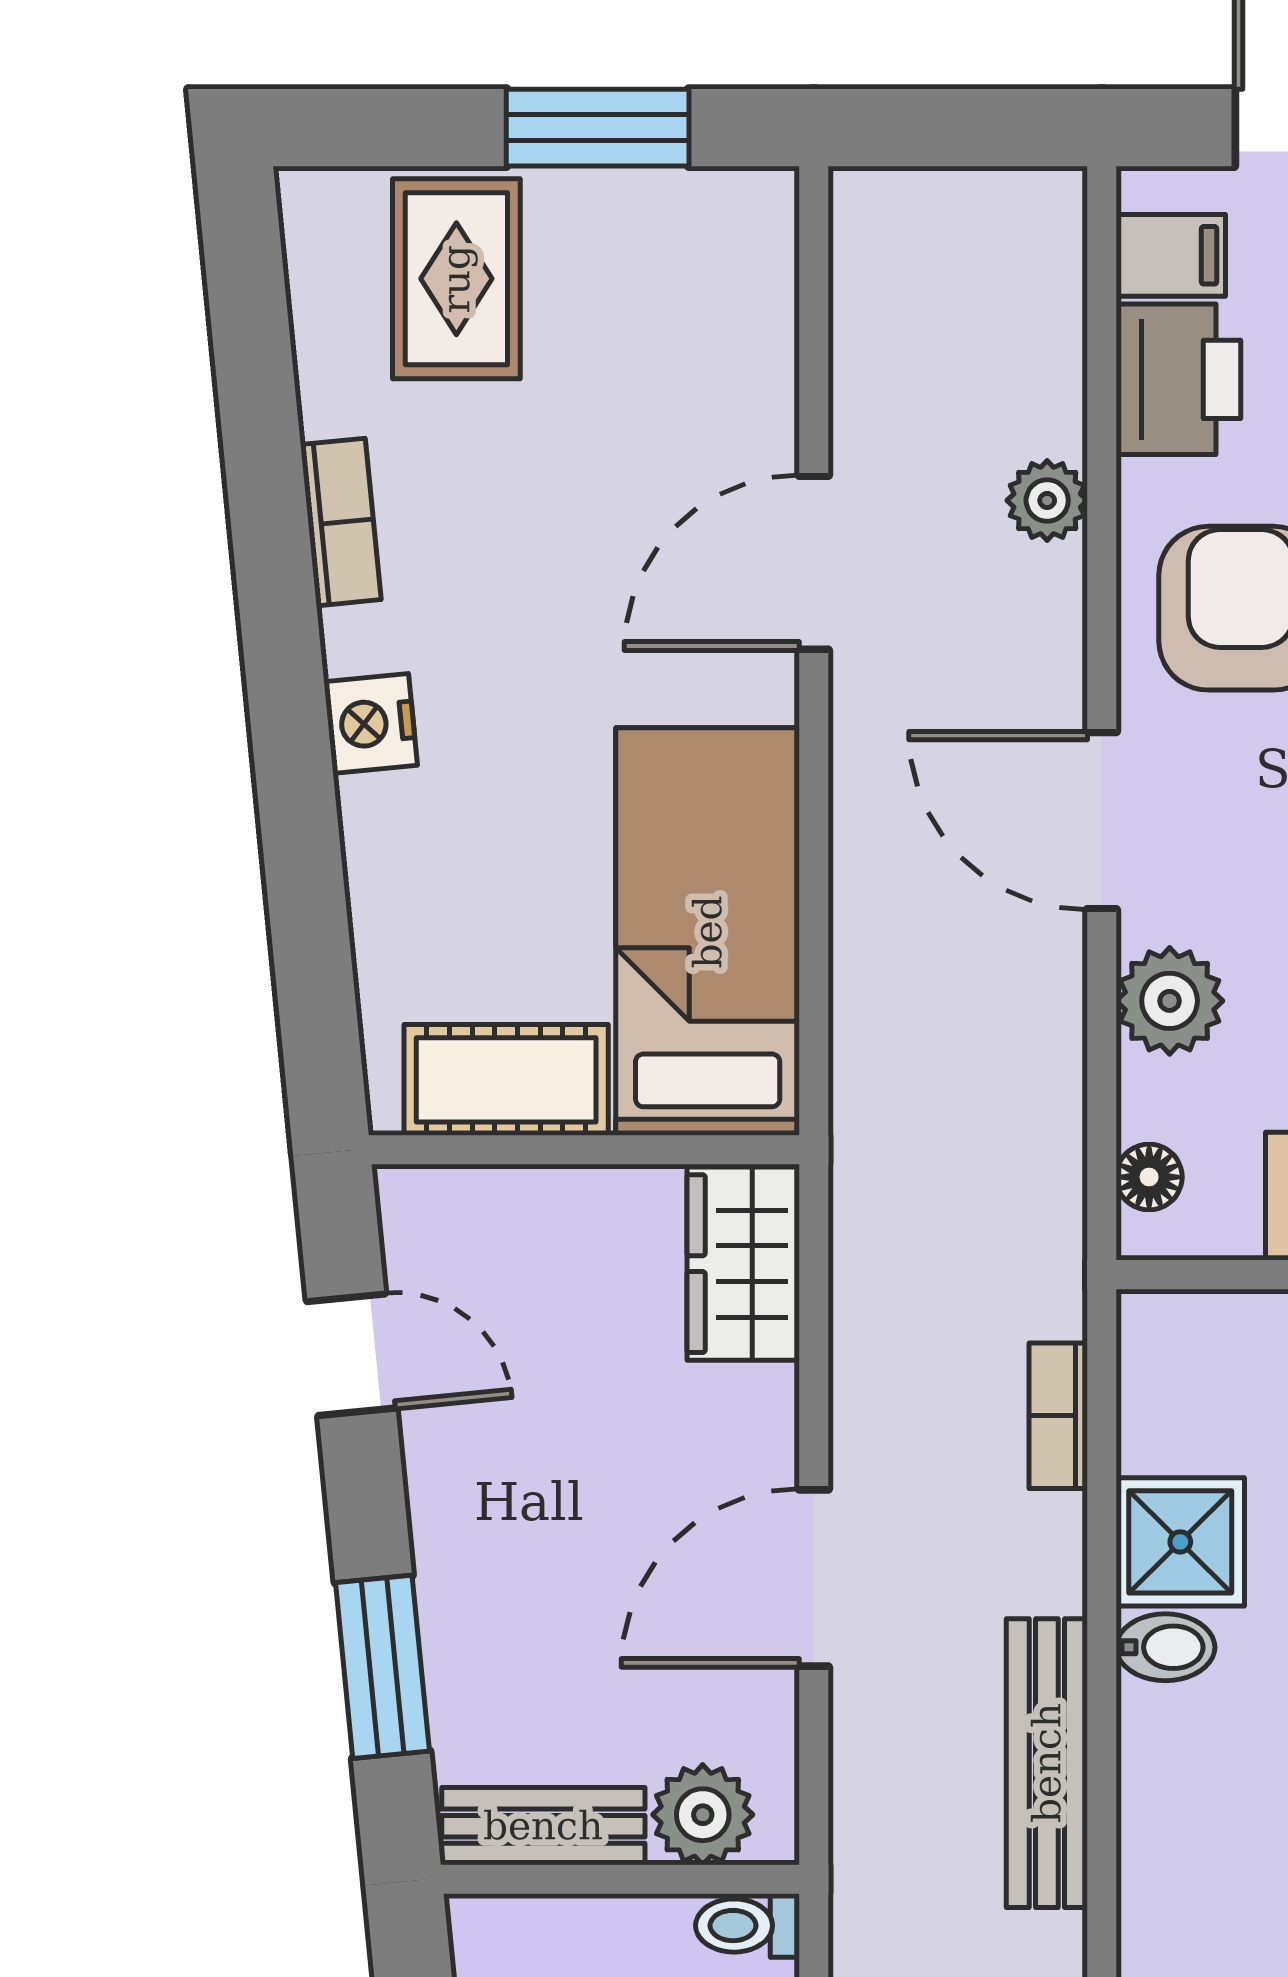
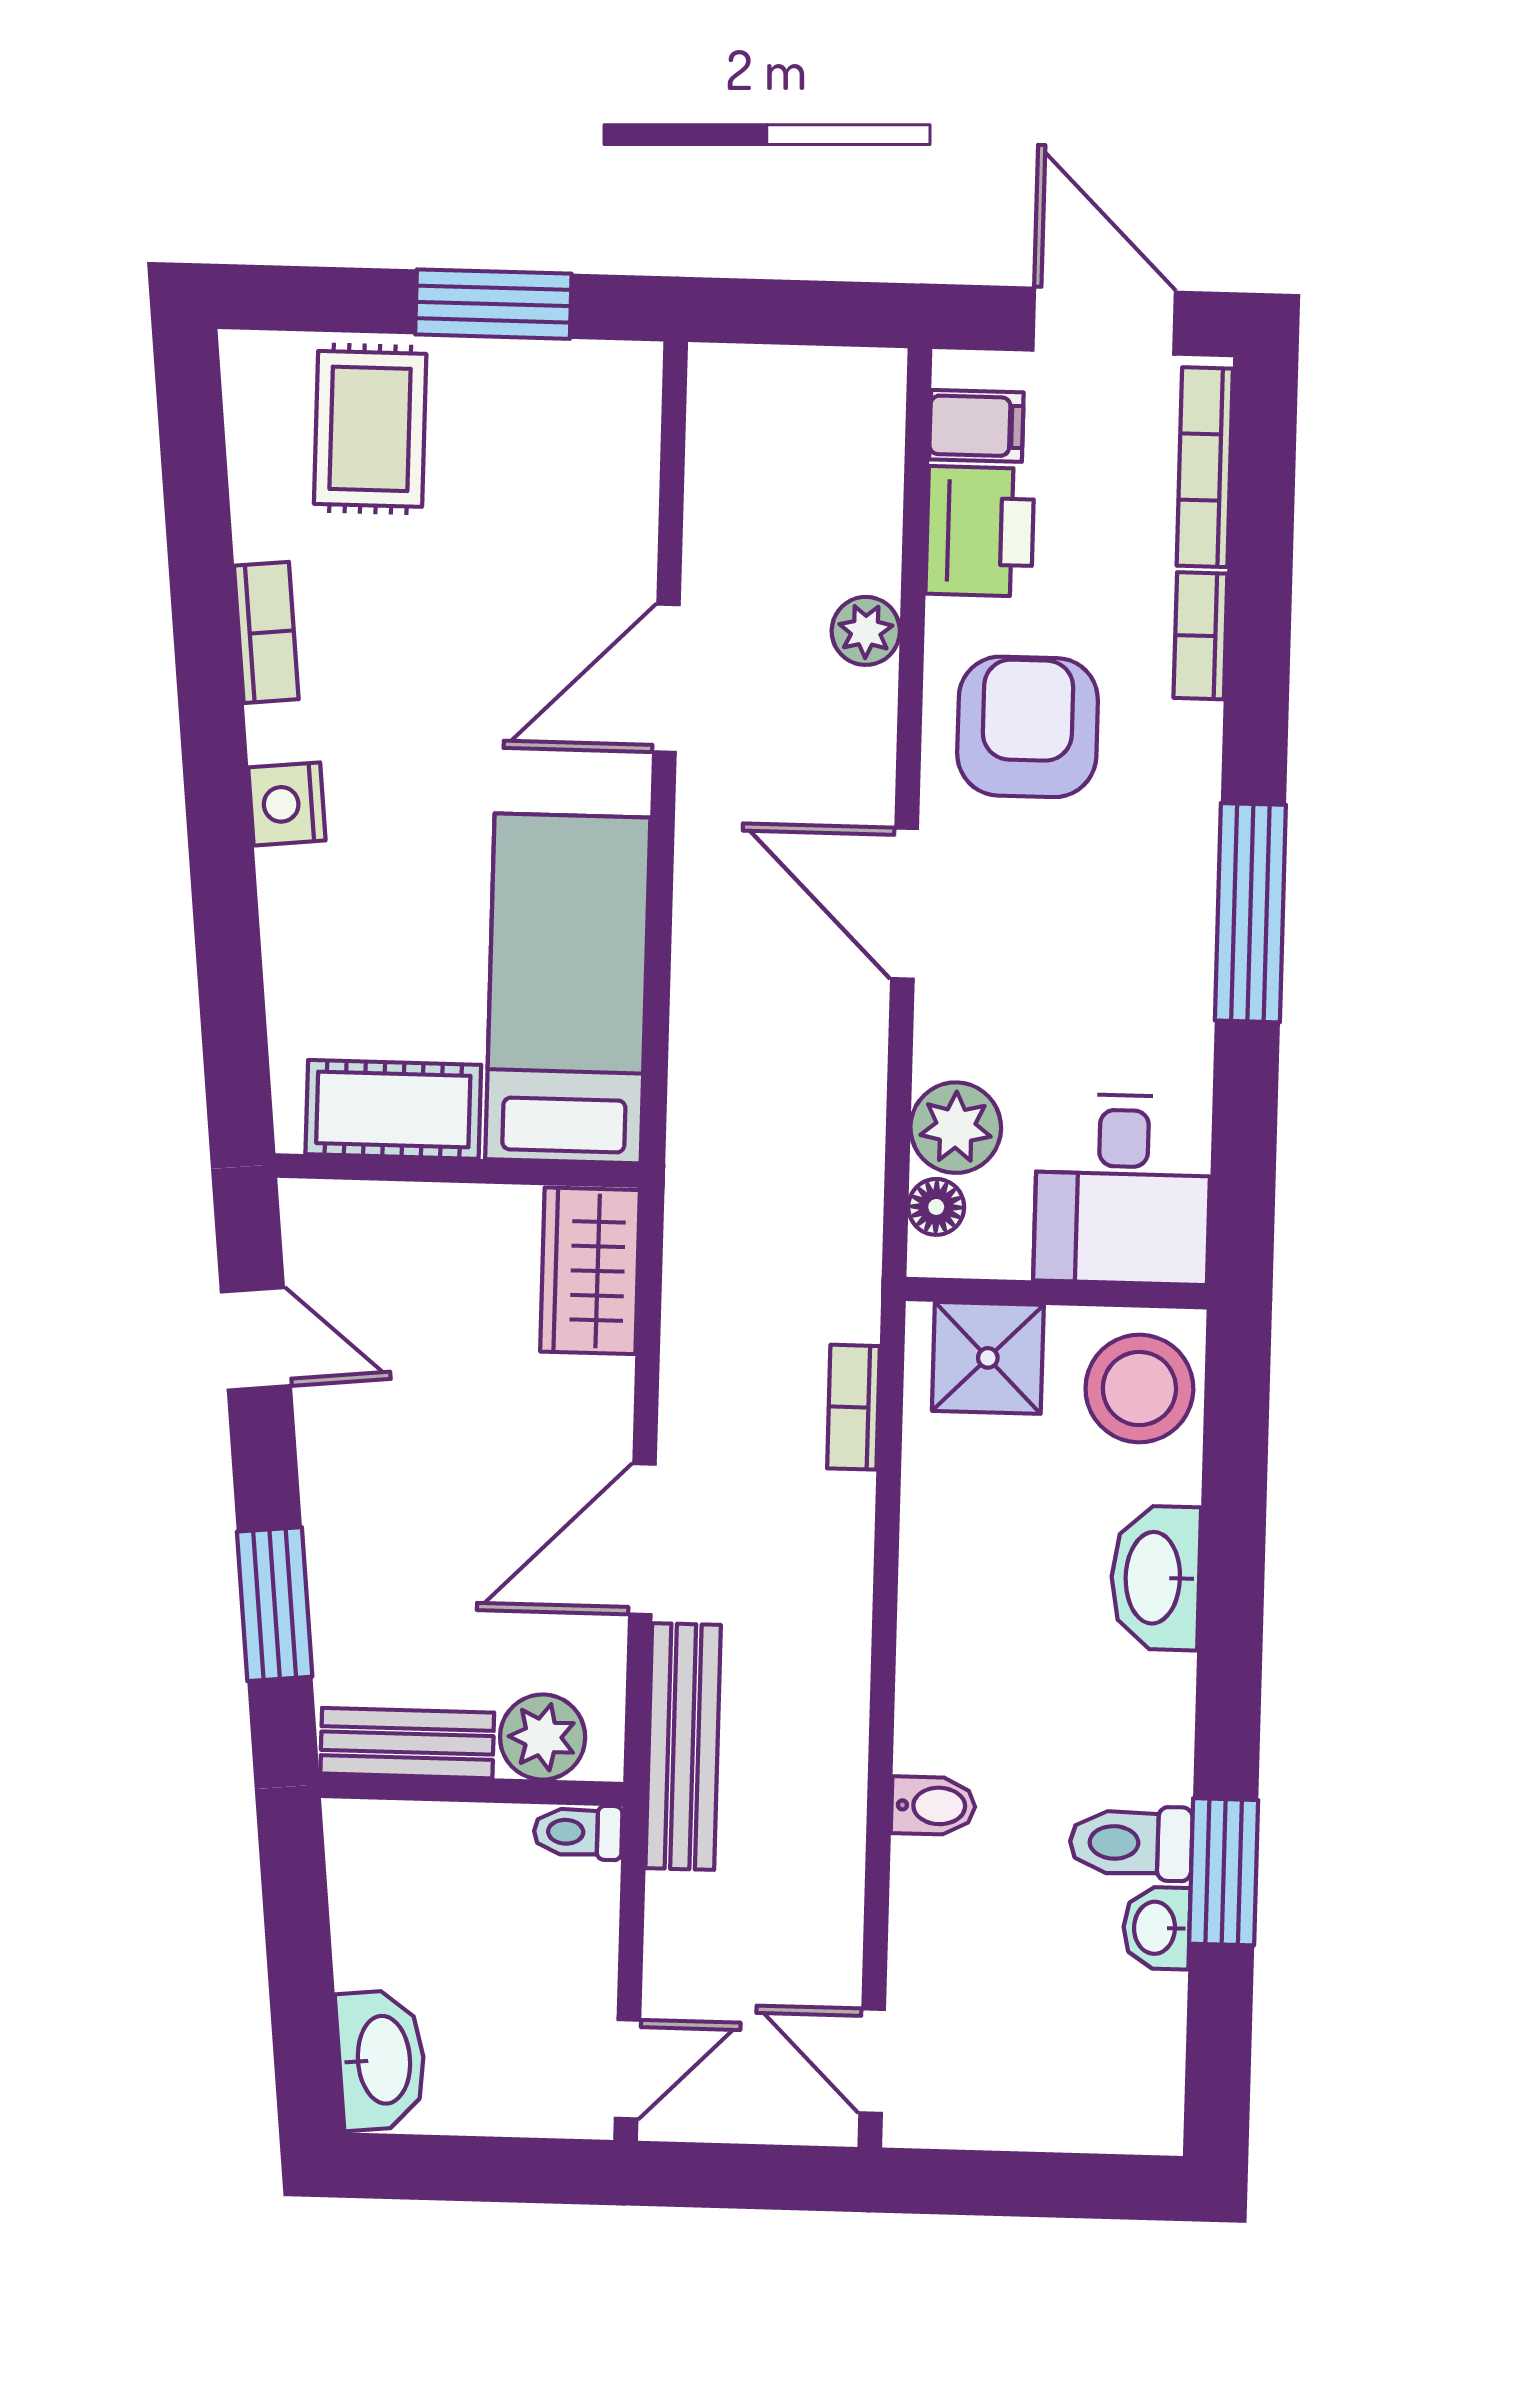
plant: (1170, 1001) -> (956, 1128), moved
shower: (1180, 1542) -> (988, 1358), moved
bidet: (1165, 1647) -> (933, 1806), moved
bench: (1047, 1763) -> (683, 1747), moved

